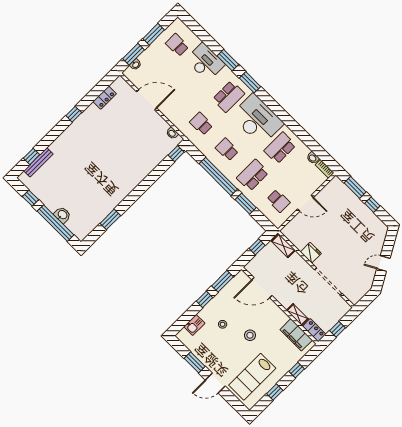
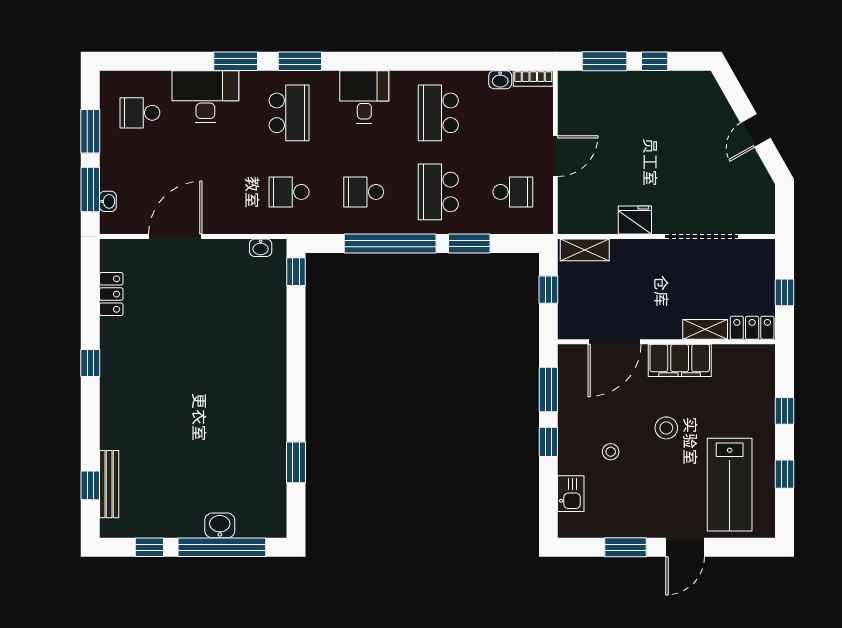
desk: (257, 120) -> (364, 97), width x0.53, depth x0.77
filing cabinet: (296, 335) -> (680, 360), moved

